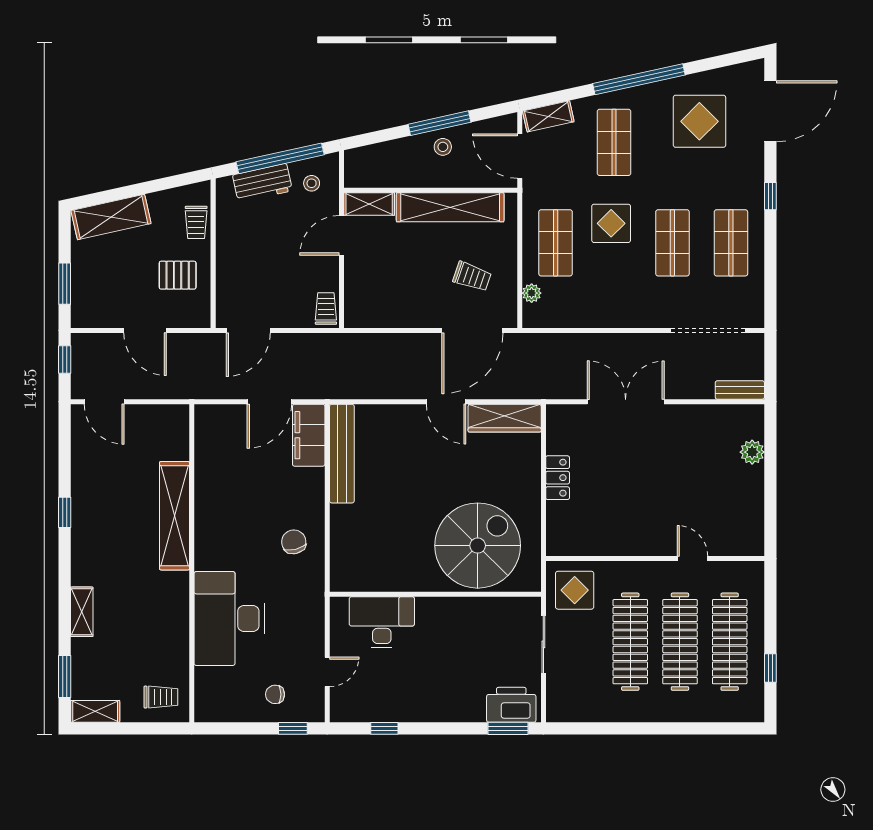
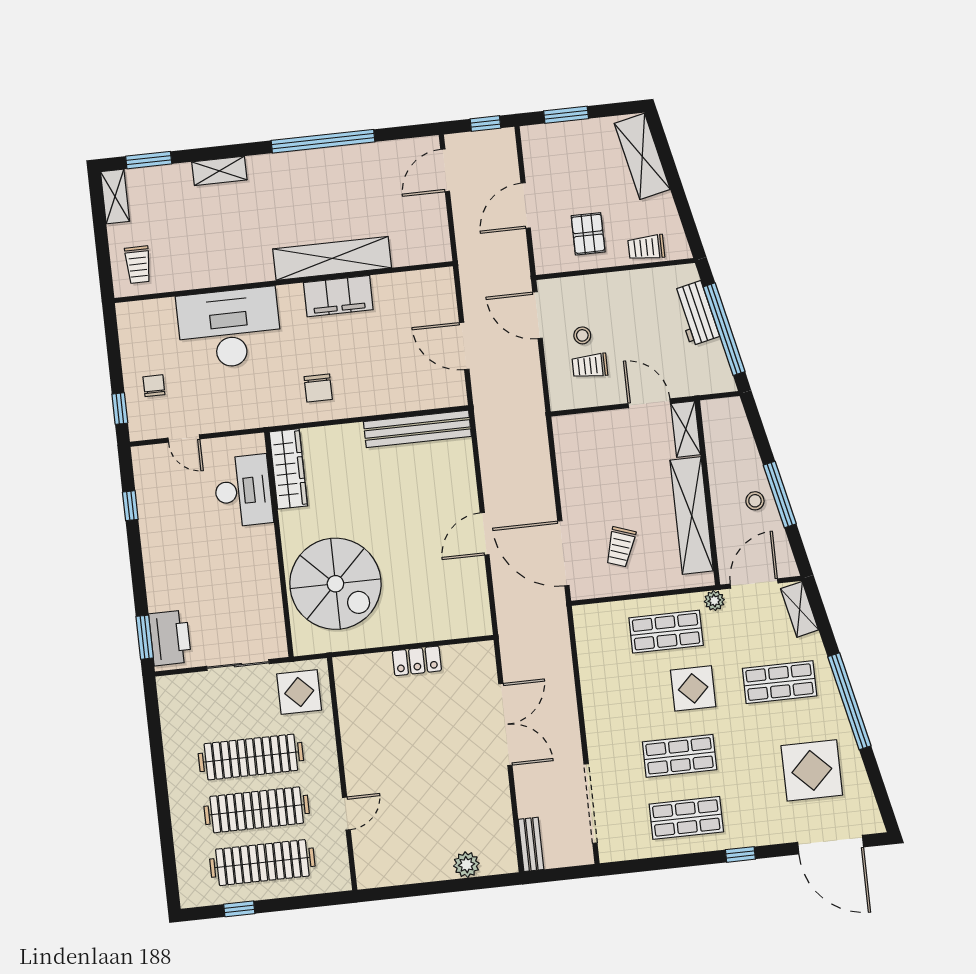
stool: (312, 183) -> (582, 335), moved
plant: (532, 293) -> (714, 601), moved
trolley: (326, 309) -> (590, 366), moved, turned 180
wardrobe: (505, 418) -> (288, 469), moved, turned 180
filing cabinet: (309, 435) -> (338, 296), moved, turned 180
window: (65, 512) -> (323, 141), width x3.17
chair: (294, 542) -> (318, 388), turned 104

